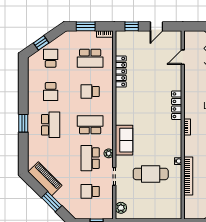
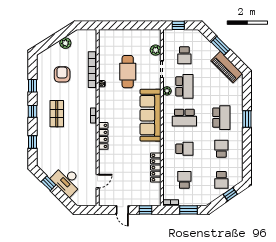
door: (156, 26) -> (122, 210), swing flipped
school desk: (90, 58) -> (184, 180), width x0.54
school desk: (51, 125) -> (221, 118), turned 180
sofa: (124, 140) -> (150, 115), width x1.85, depth x1.27
cafe table: (151, 174) -> (128, 72), turned 90
school desk: (90, 191) -> (184, 55), turned 90
plant: (121, 208) -> (156, 50), moved

